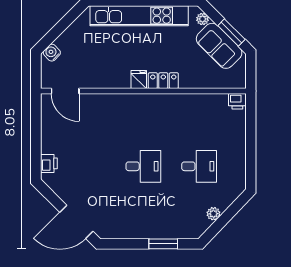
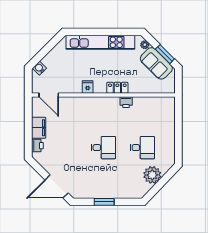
fridge: (139, 80) -> (88, 87), moved
printer: (237, 101) -> (126, 102), moved
filing cabinet: (51, 138) -> (39, 128), added
plant: (213, 214) -> (152, 175), width x1.87, depth x1.87
window: (163, 244) -> (104, 202), moved

